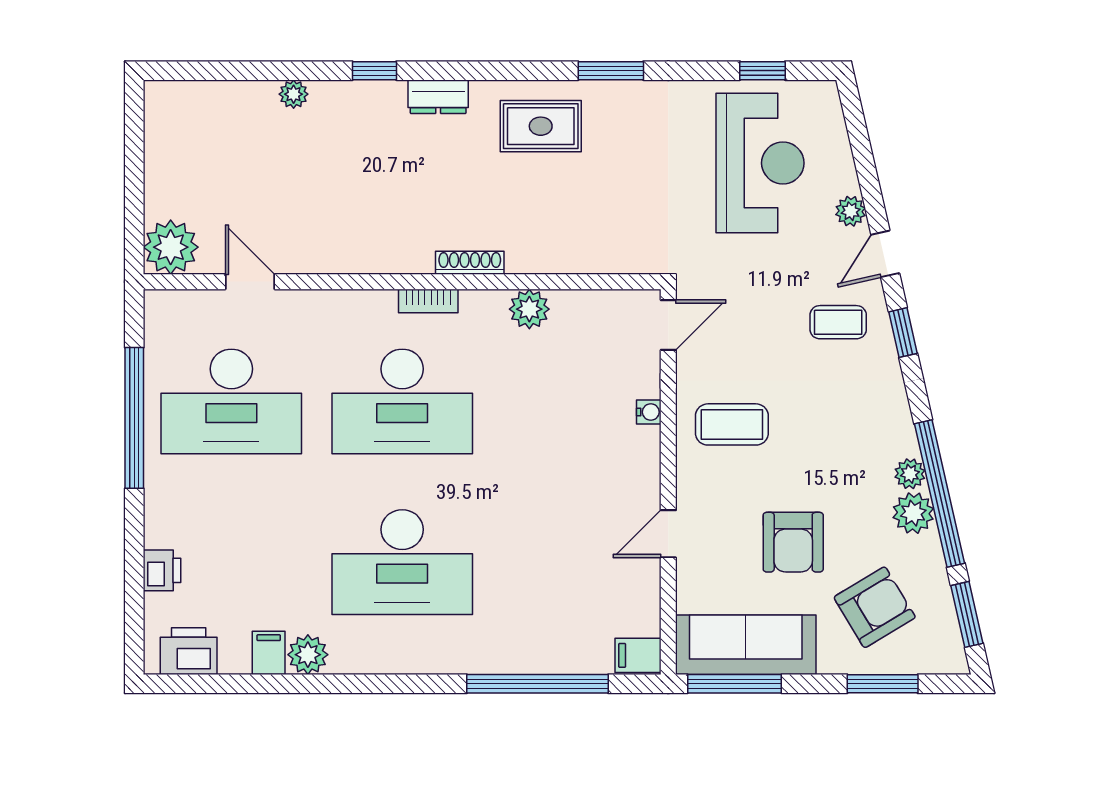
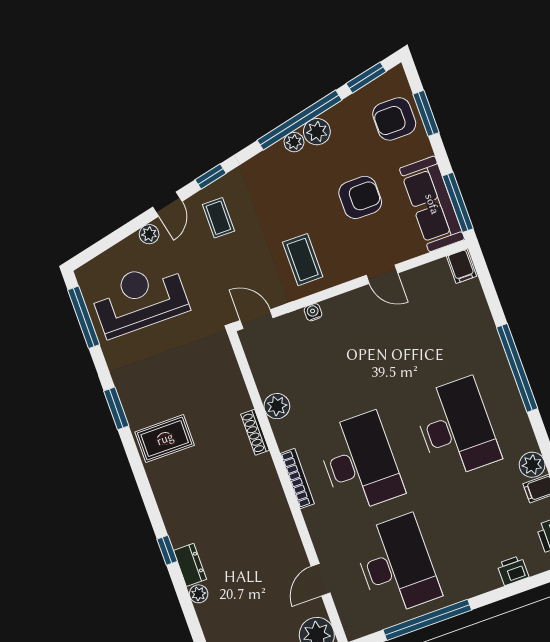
window: (763, 71) -> (84, 317), width x2.17
dresser: (438, 97) -> (190, 565), moved
rug: (541, 126) -> (165, 439), turned 90
door: (885, 254) -> (167, 204), hinge flipped
shoe rack: (470, 263) -> (255, 432), moved
bookcase: (428, 301) -> (297, 479), width x1.56
armchair: (875, 607) -> (394, 119), moved, turned -59
window: (537, 684) -> (517, 368), moved

